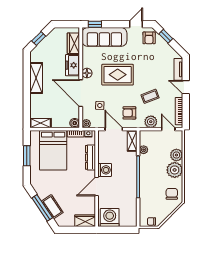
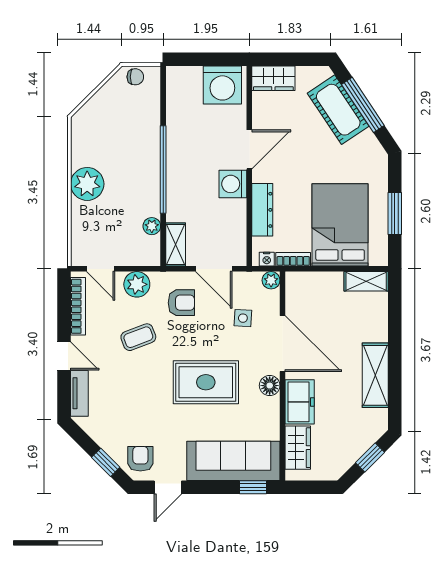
boiler: (75, 123) -> (295, 281), removed
plant: (176, 155) -> (83, 215), removed
chair: (172, 194) -> (93, 134), removed
cot: (52, 207) -> (338, 110), width x1.37, depth x1.34

